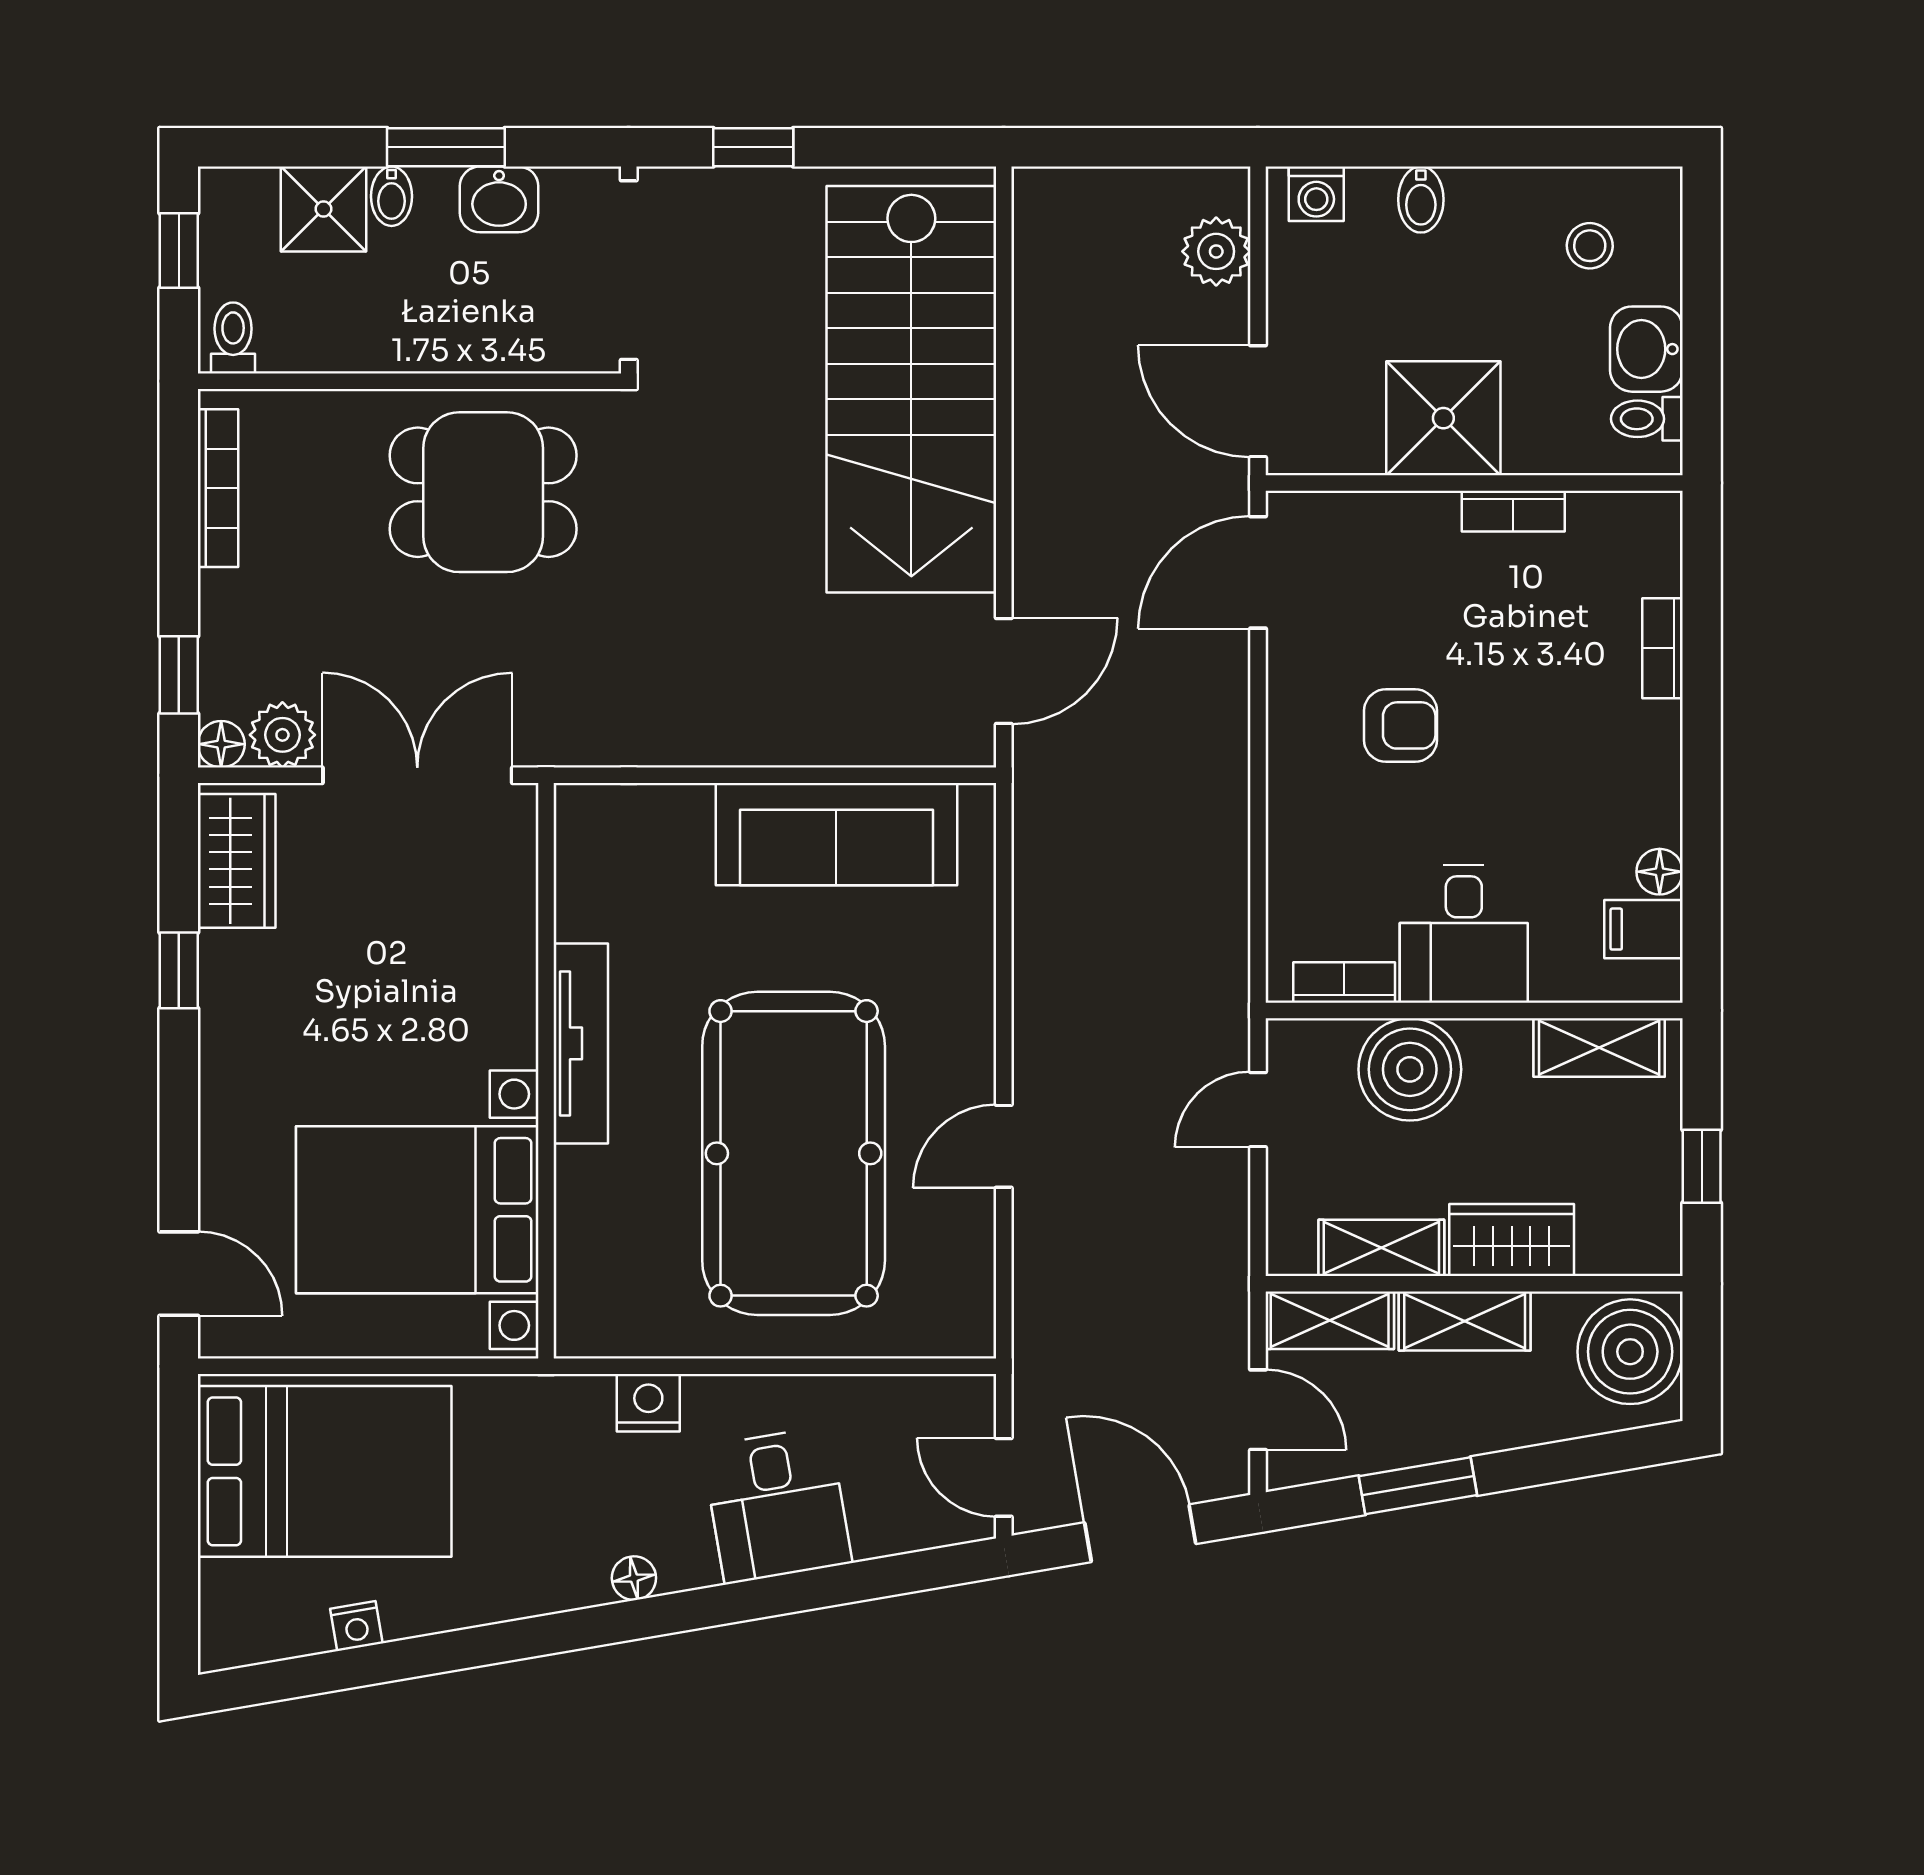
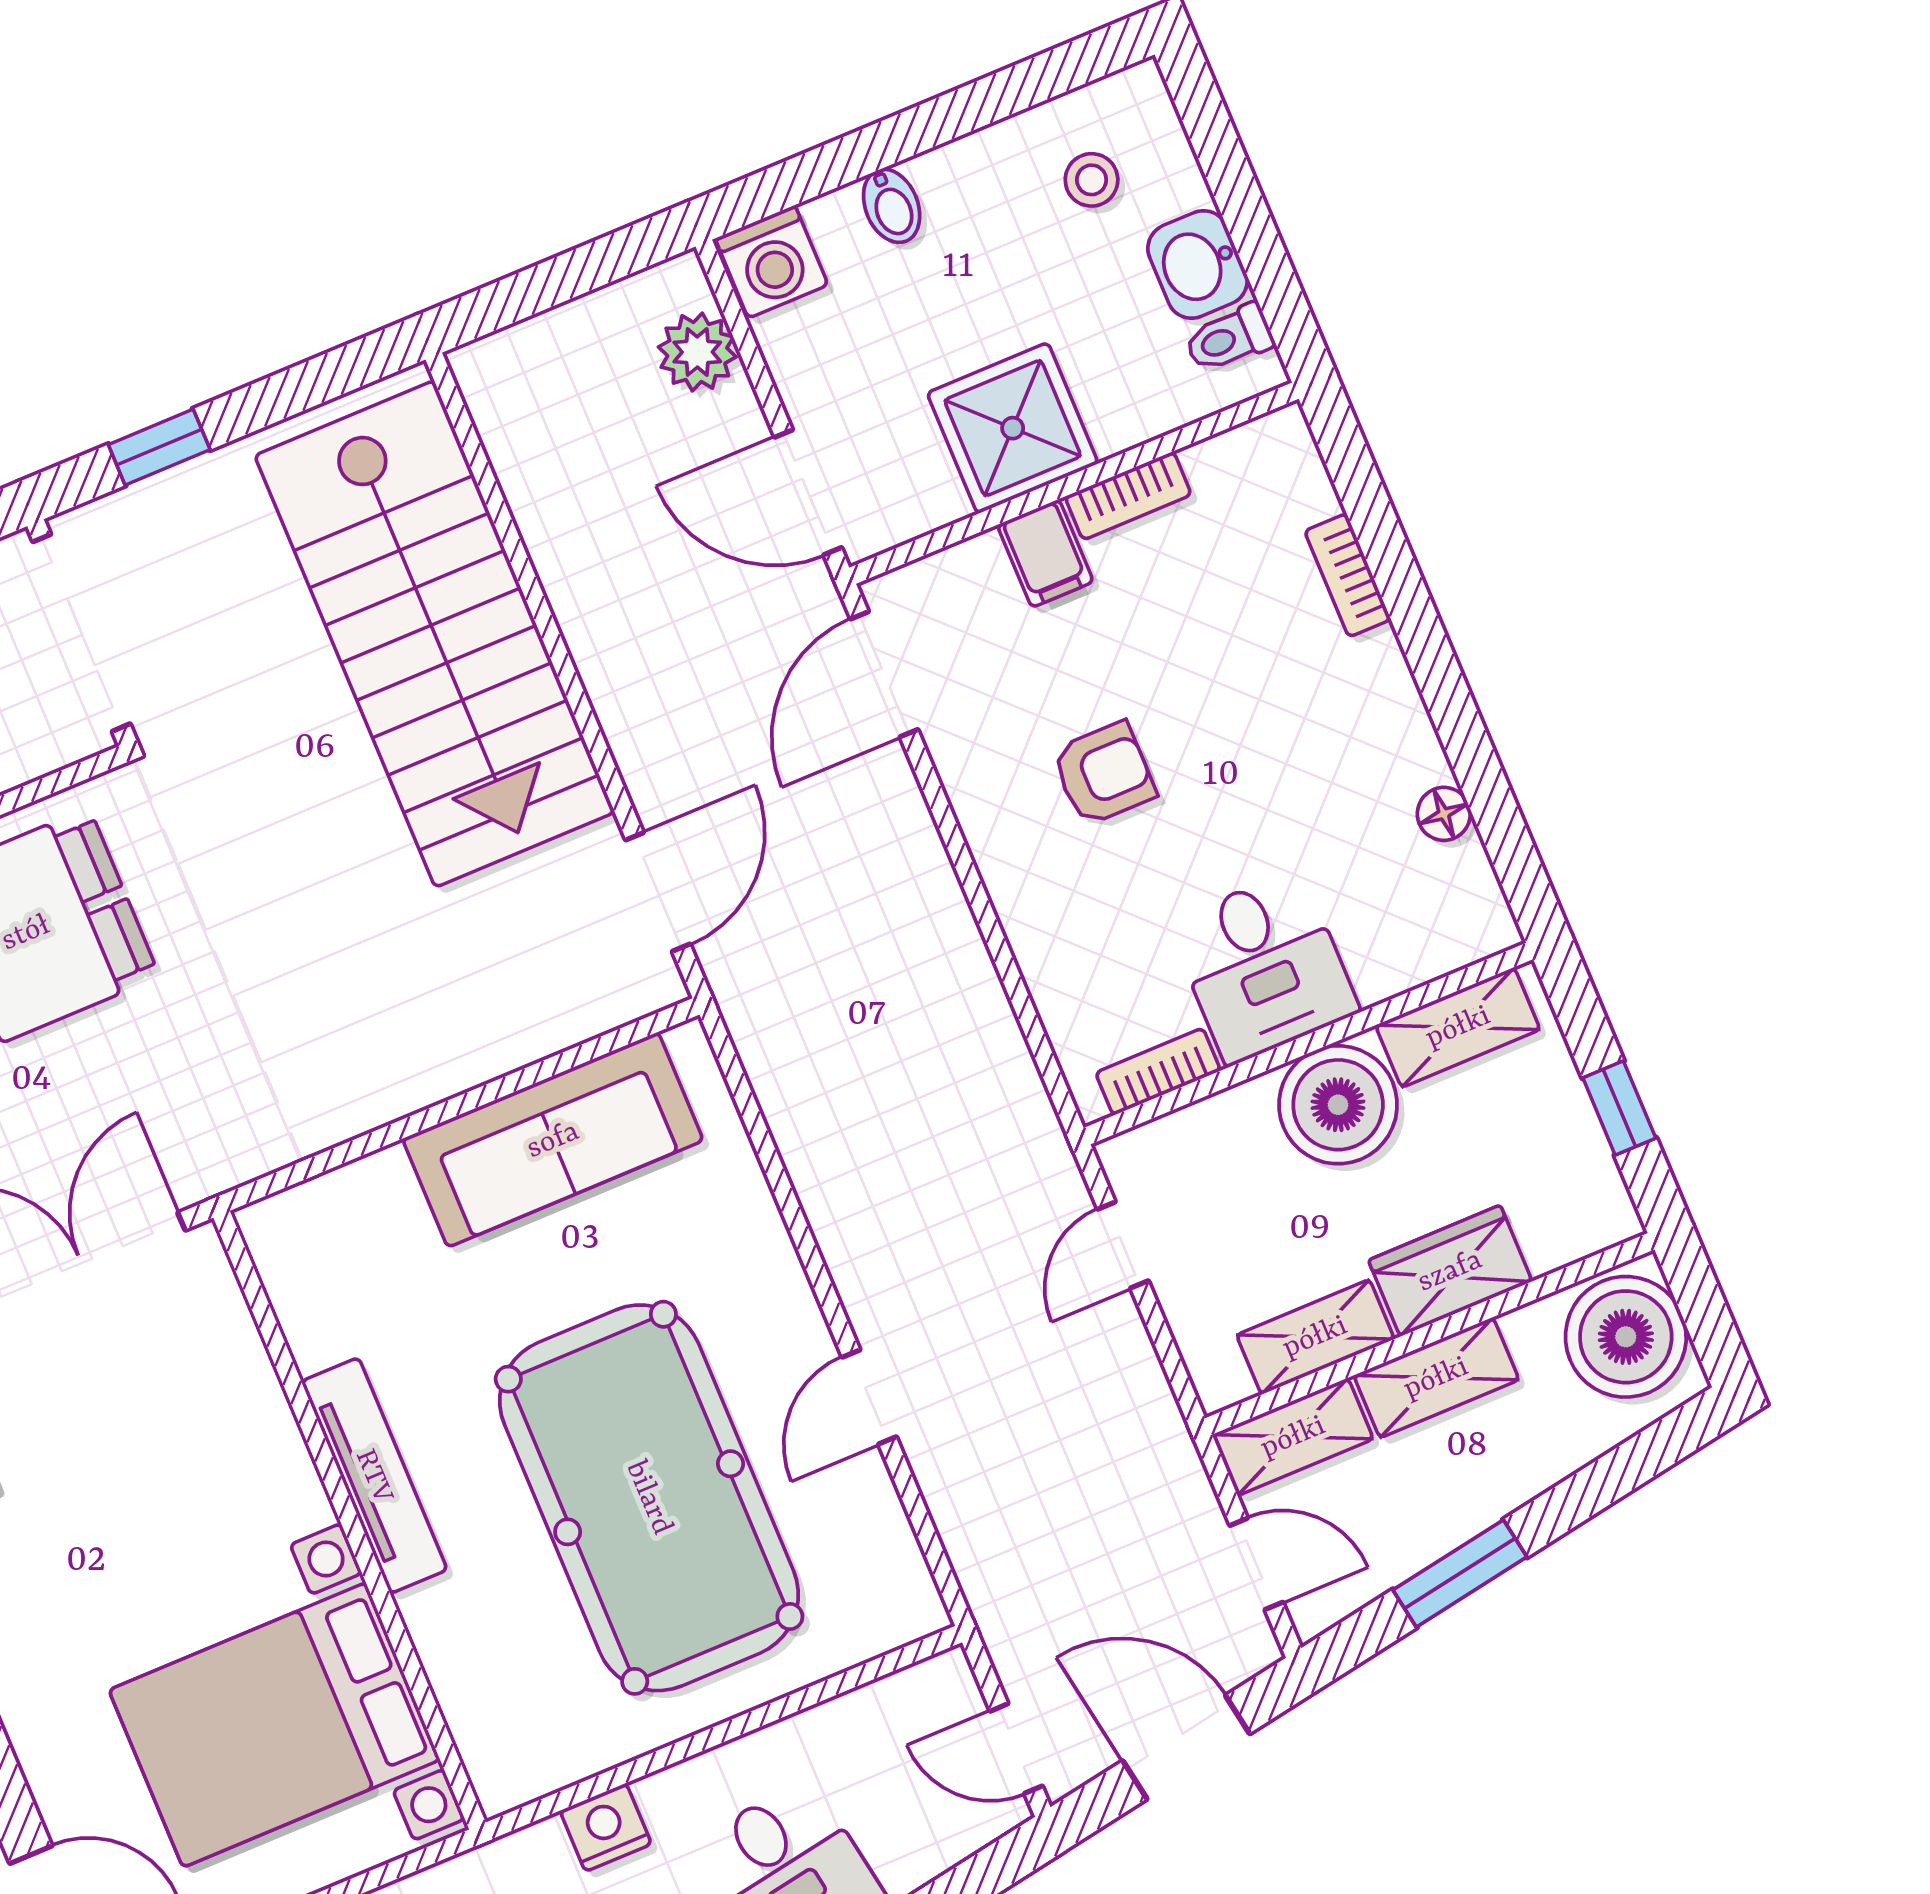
washing machine: (1316, 194) -> (772, 262), width x1.38, depth x1.38
filing cabinet: (1643, 929) -> (1045, 553), moved, turned -90
boiler: (1410, 1069) -> (1338, 1105), moved

